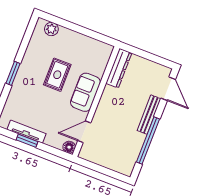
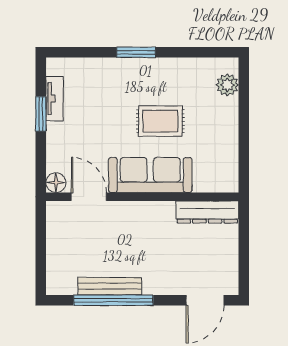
sofa: (85, 92) -> (150, 175), width x1.36
bench: (149, 115) -> (110, 286), moved
tv unit: (26, 132) -> (54, 99), width x0.71

